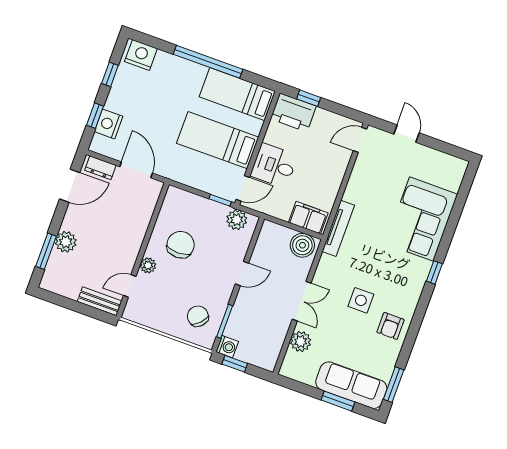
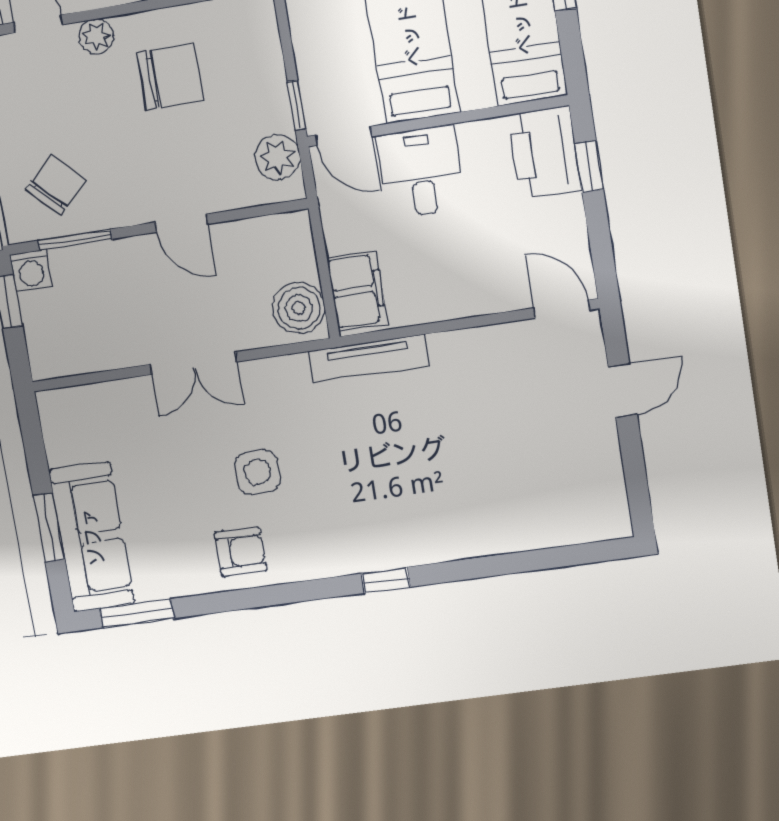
corner sofa: (421, 219) -> (473, 504), removed
armchair: (390, 326) -> (241, 551), turned 180
plant: (301, 341) -> (118, 401), removed

